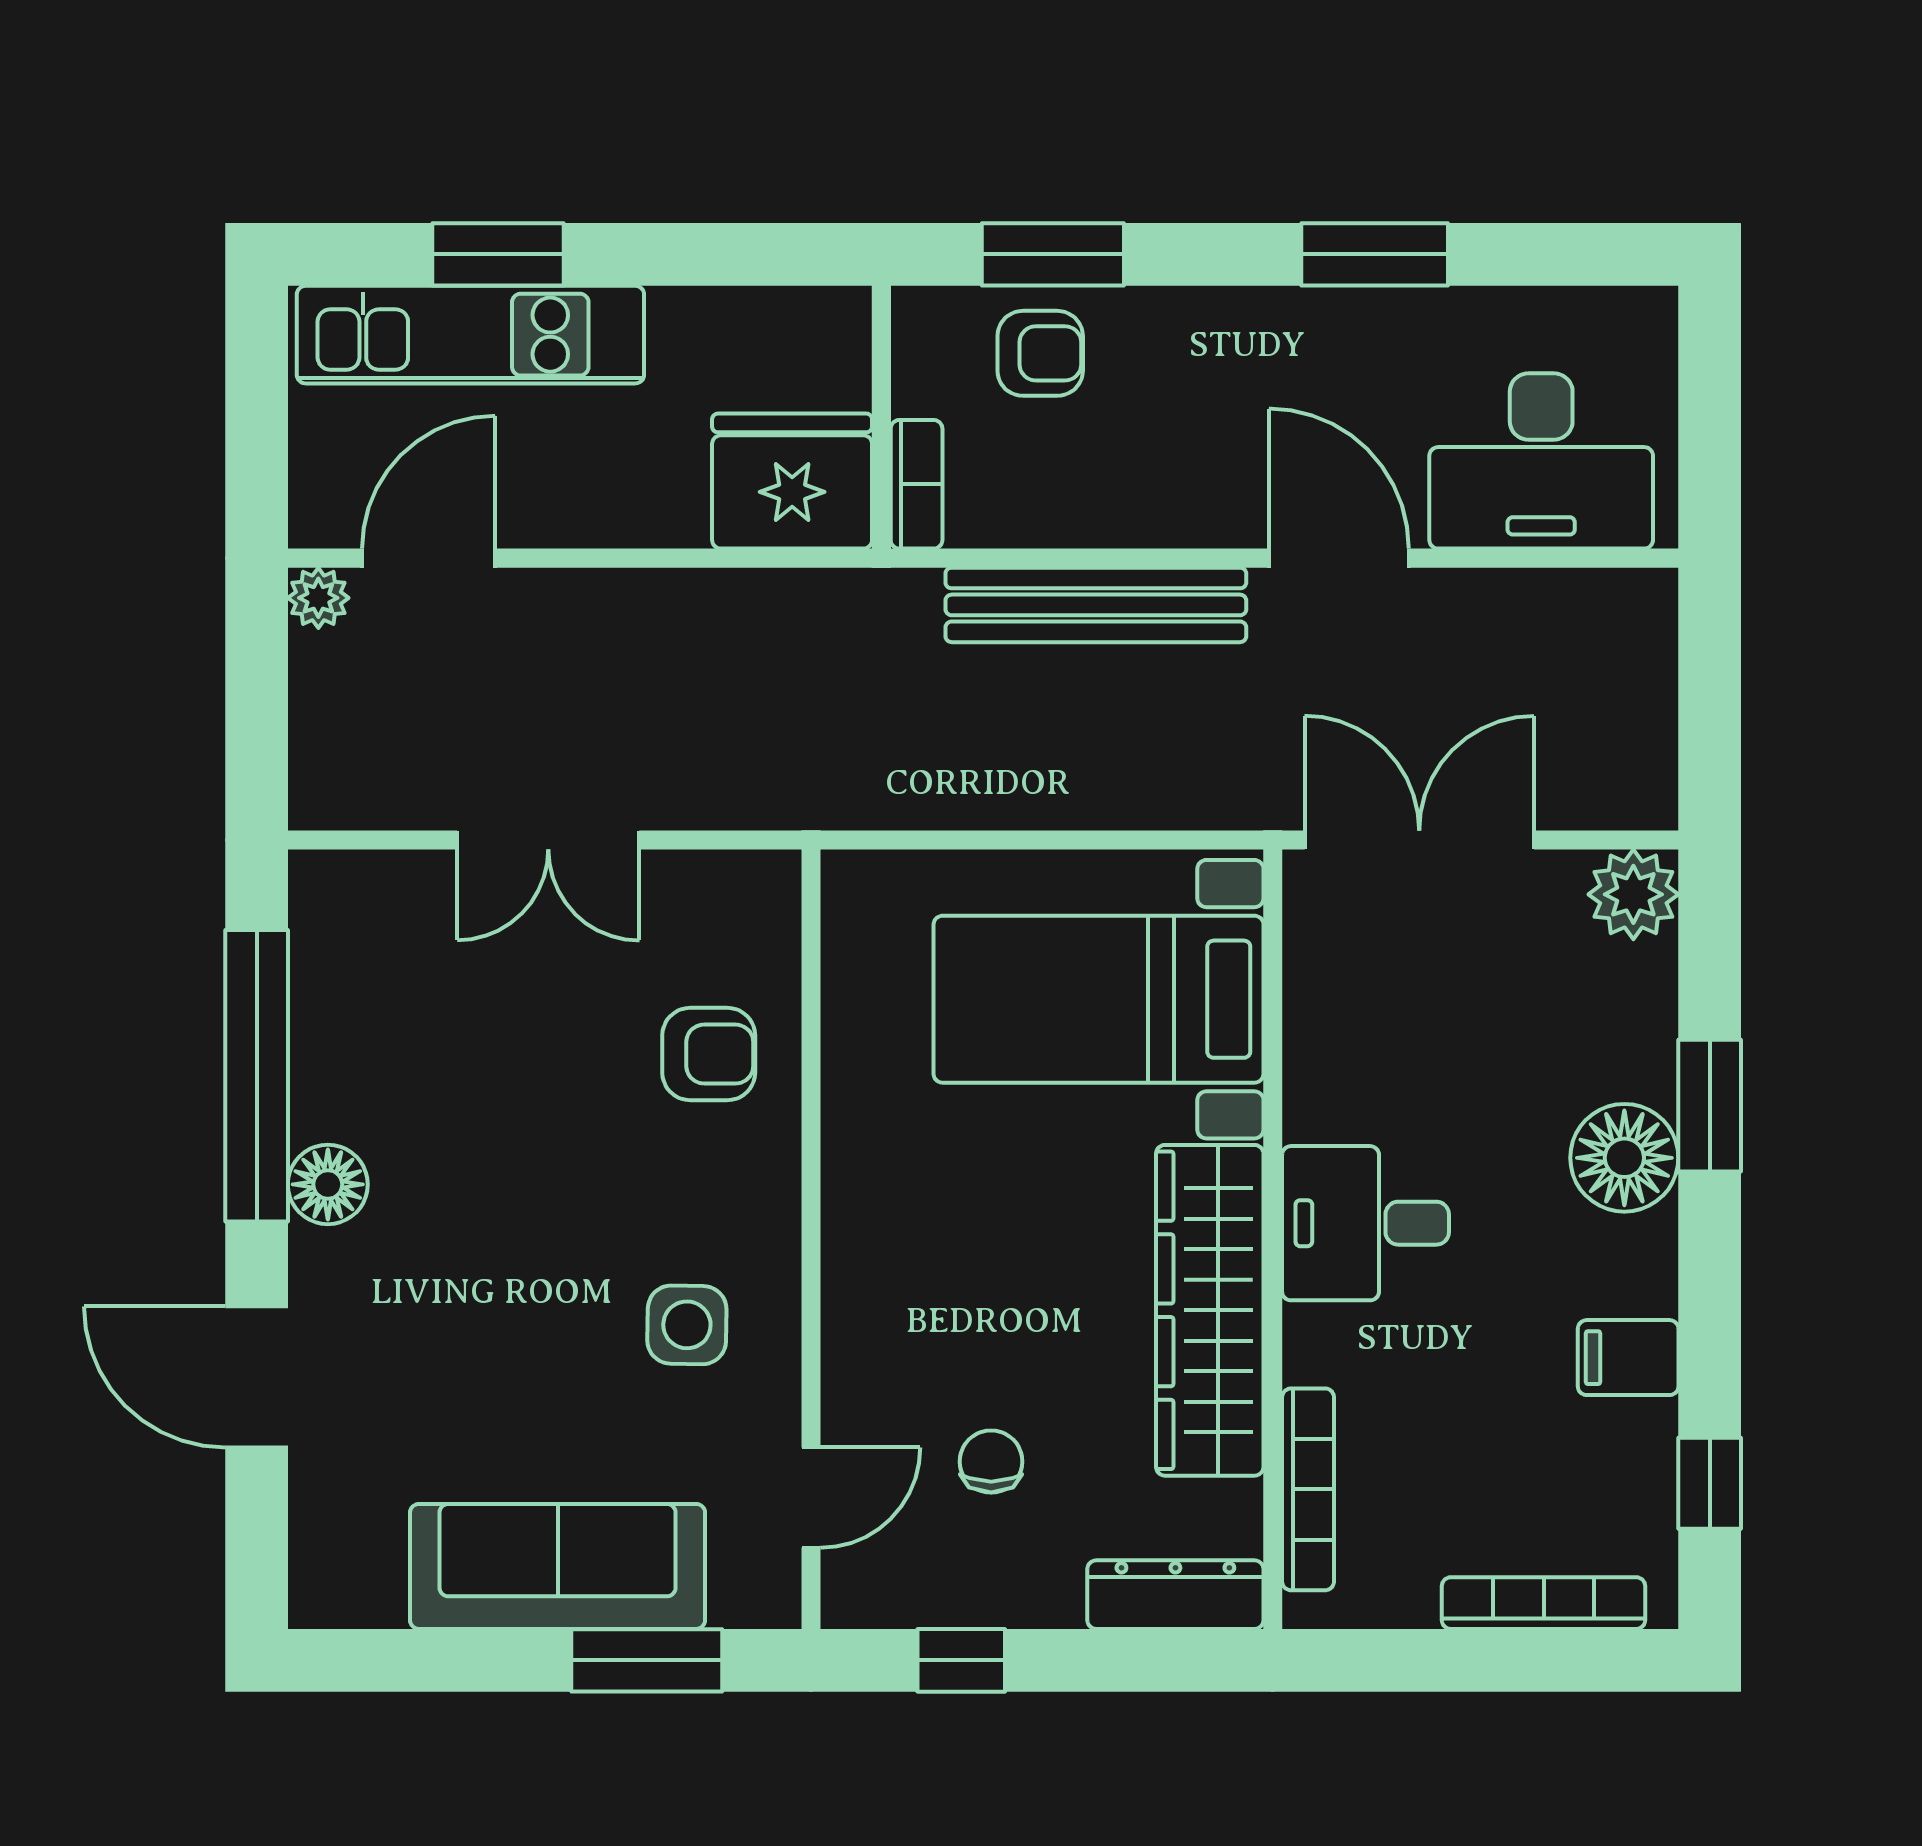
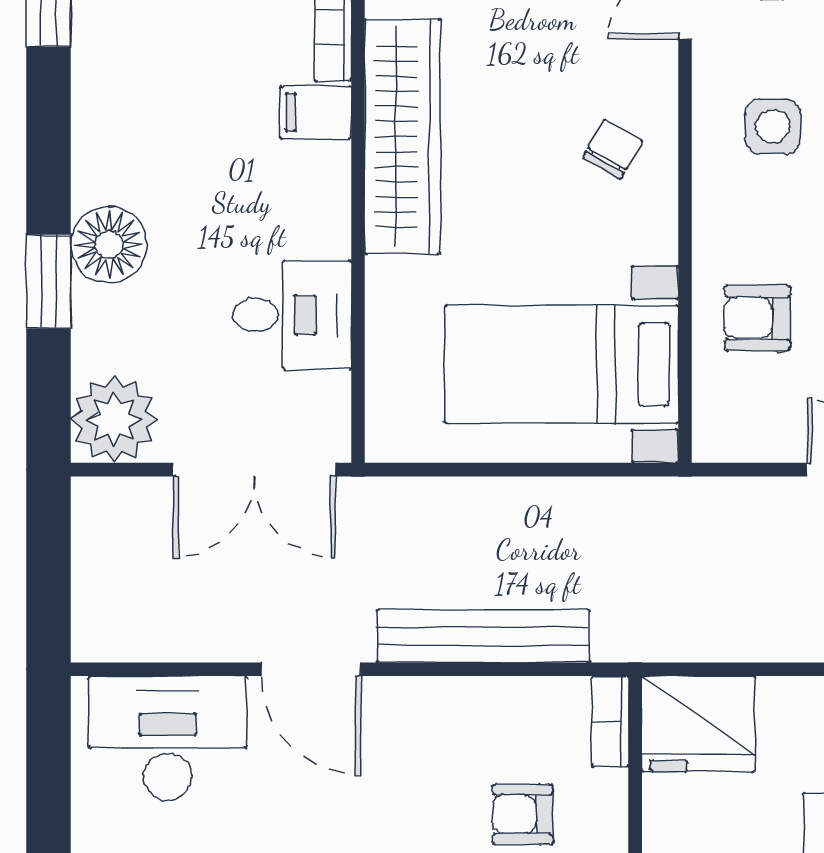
plant: (1633, 894) -> (114, 420), width x1.36, depth x1.36
bed with nightstands: (1099, 999) -> (562, 364), moved, turned 180
desk: (1366, 1223) -> (292, 315), moved
filing cabinet: (1628, 1358) -> (316, 112), moved, turned 180
chair: (991, 1462) -> (612, 149), moved, turned -150

